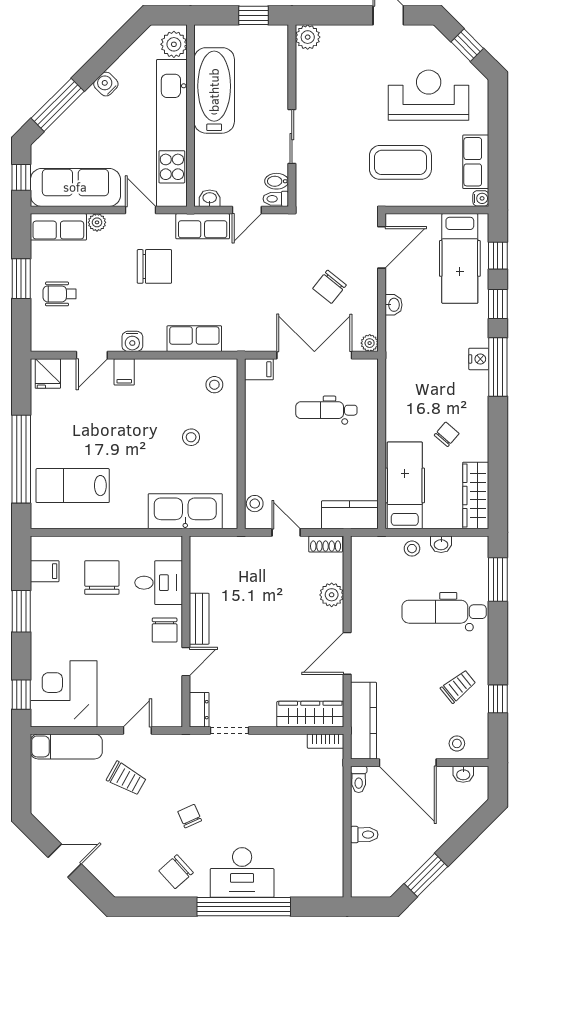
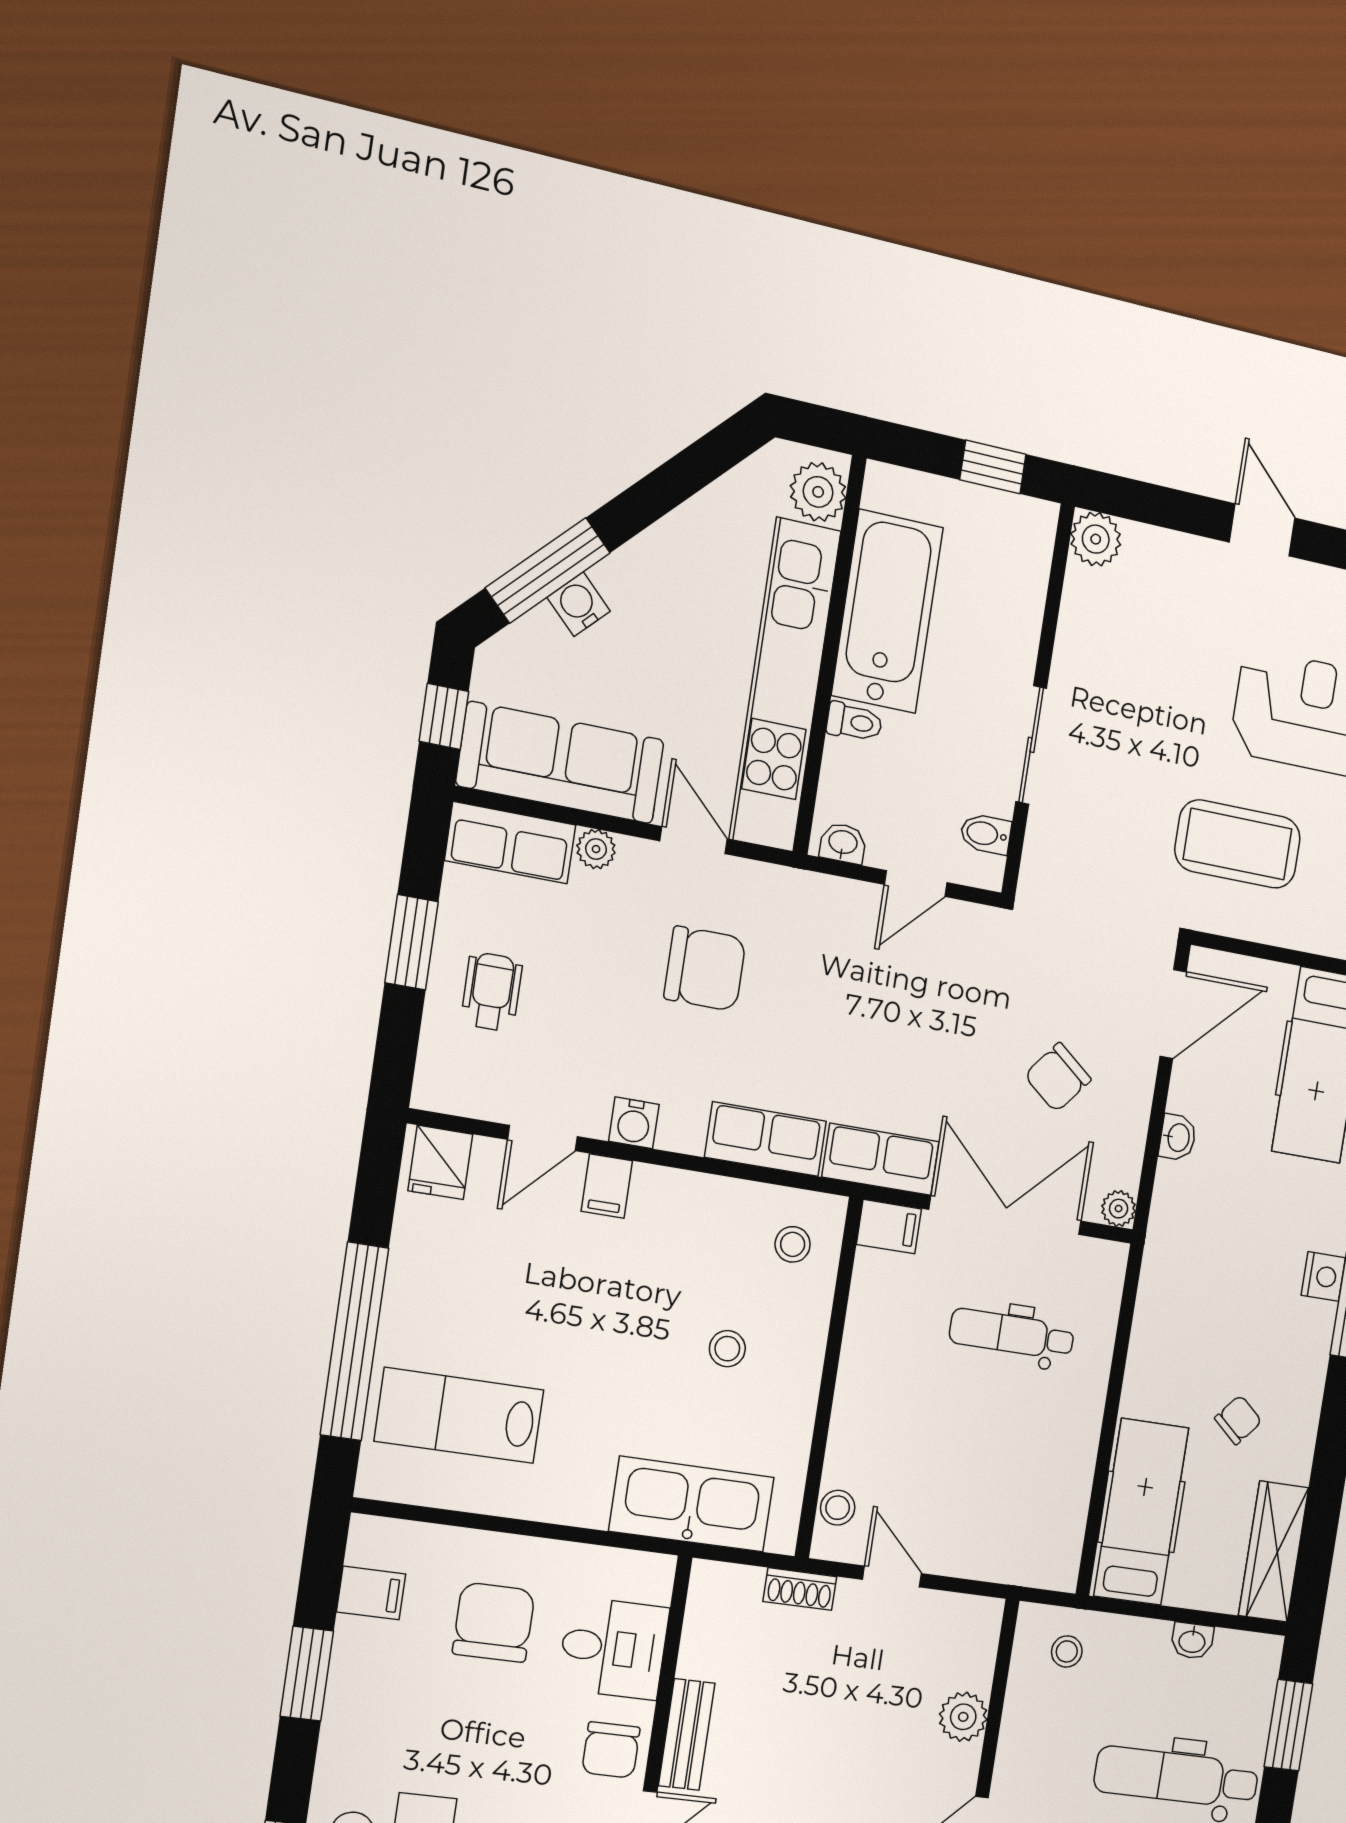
water cooler: (106, 84) -> (579, 604), moved
toilet: (276, 199) -> (854, 722), moved, turned 180
row of seats: (203, 226) -> (880, 1159), moved, turned 180
wheelchair: (60, 294) -> (492, 992), turned 90
kitchen counter: (350, 515) -> (1025, 1557), removed
shoe rack: (326, 544) -> (800, 1589), moved
stool: (412, 549) -> (1067, 1651), moved

